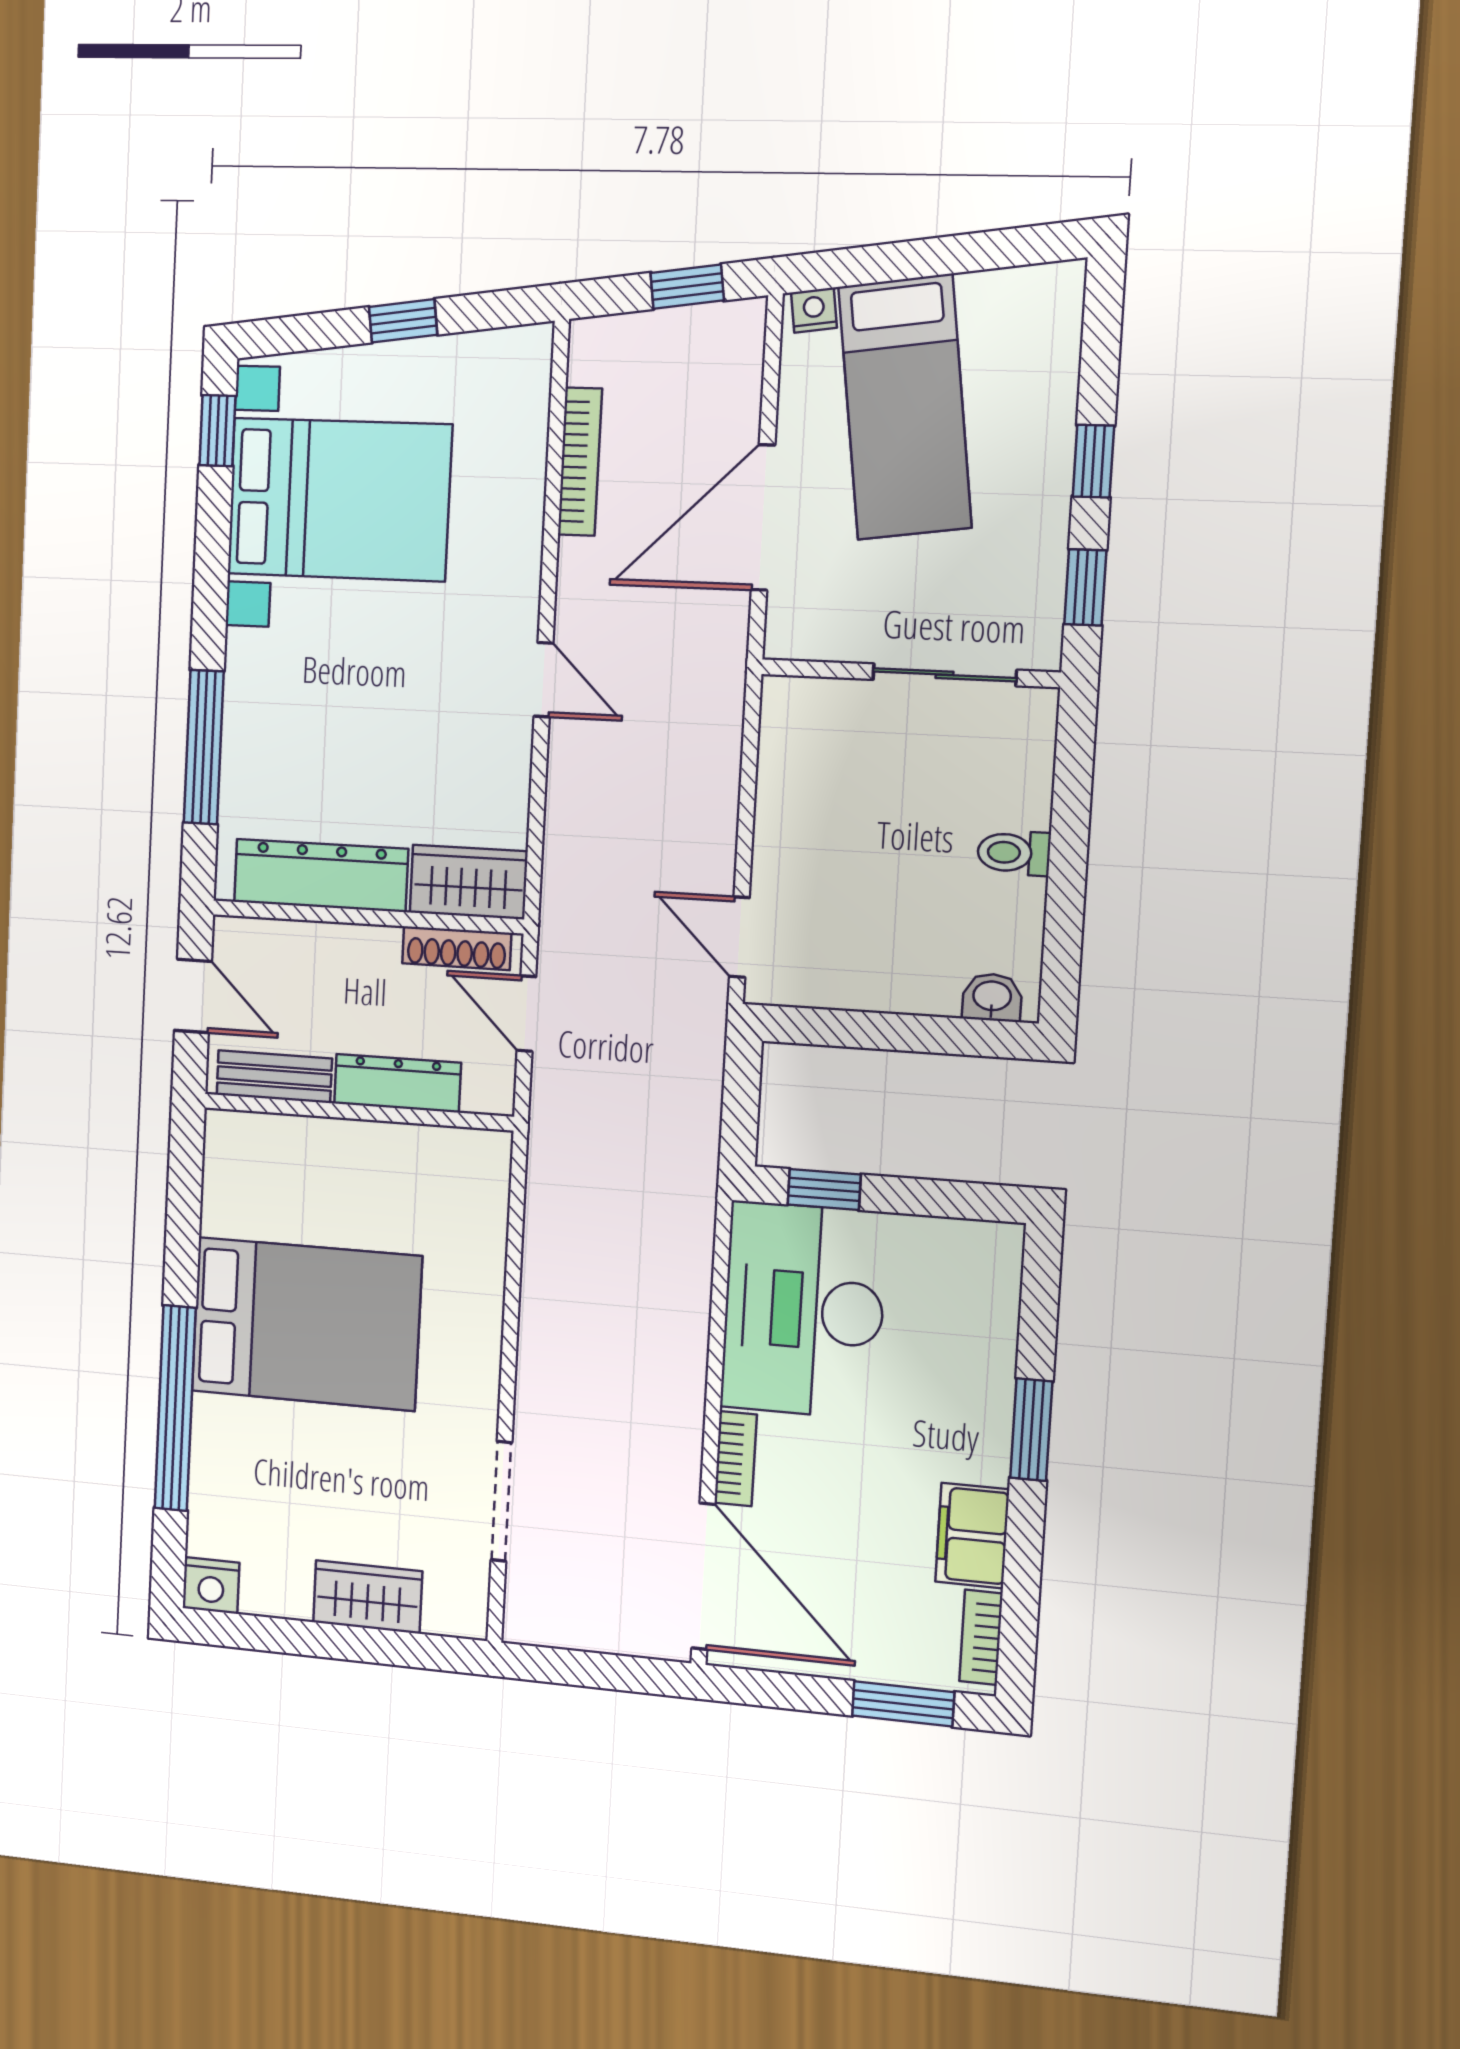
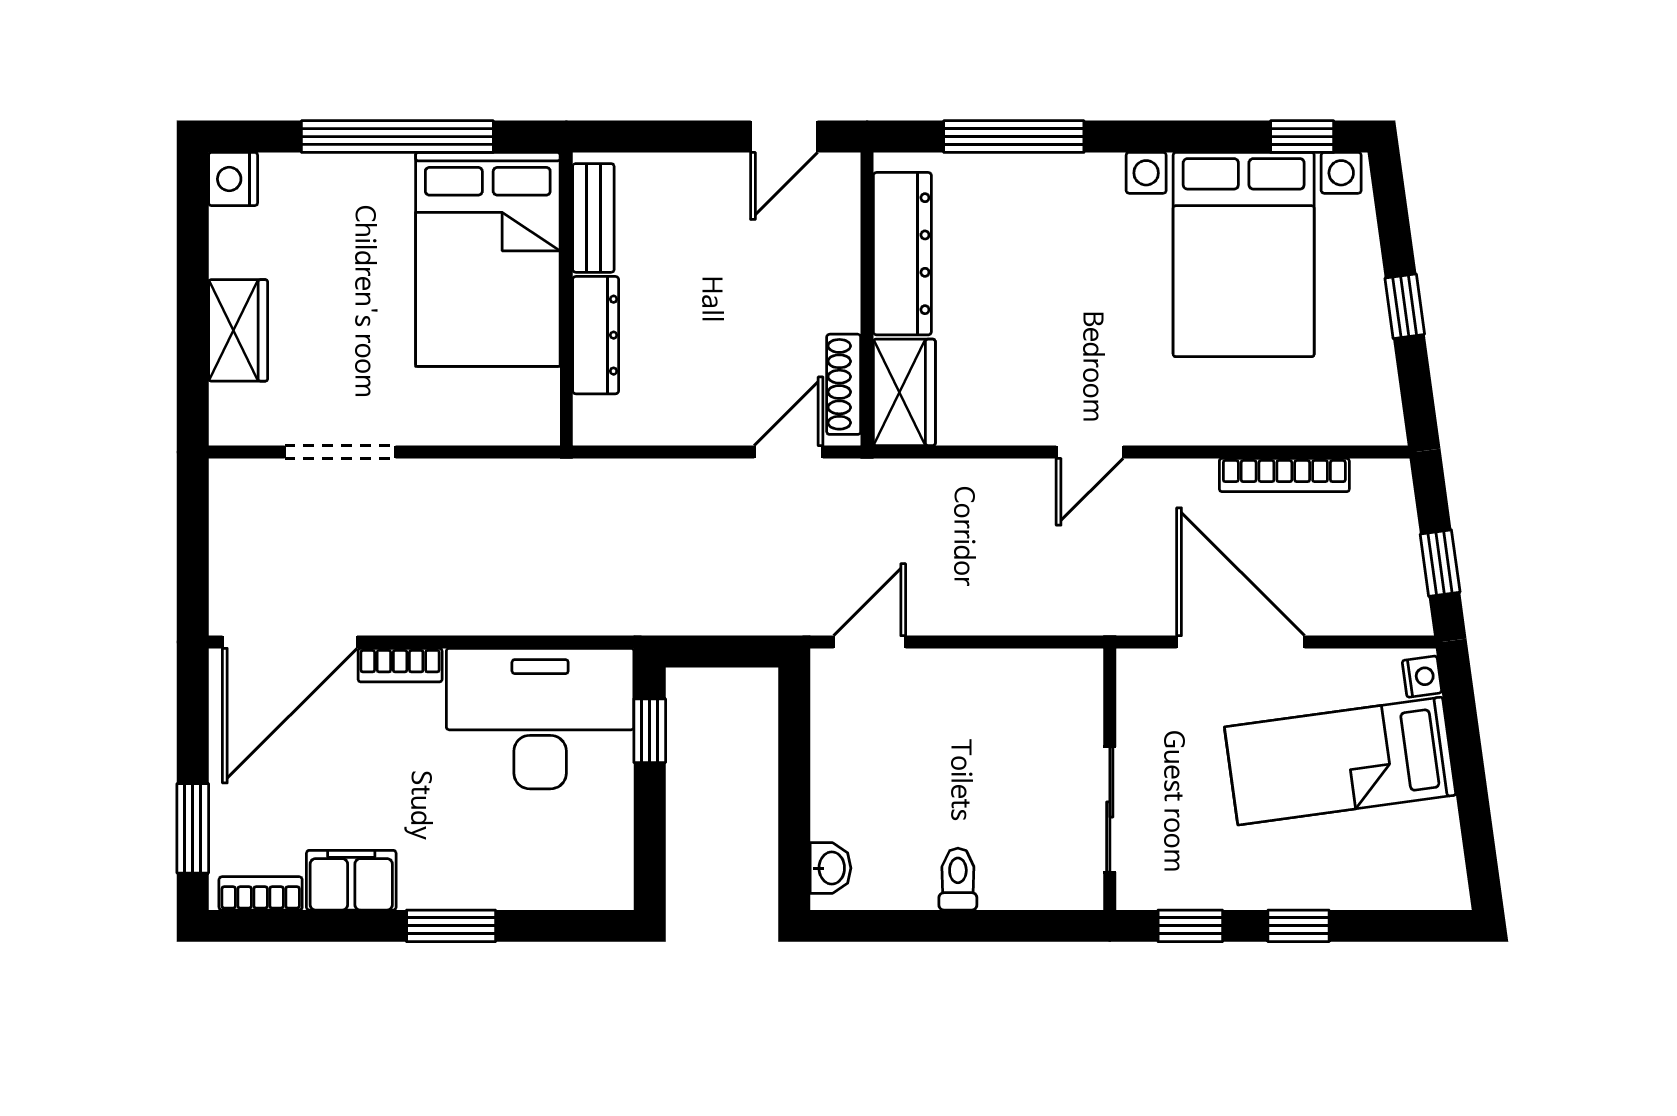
bench: (274, 1077) -> (593, 218), moved
dresser: (397, 1083) -> (596, 335), moved
wall: (358, 1112) -> (566, 299), moved

